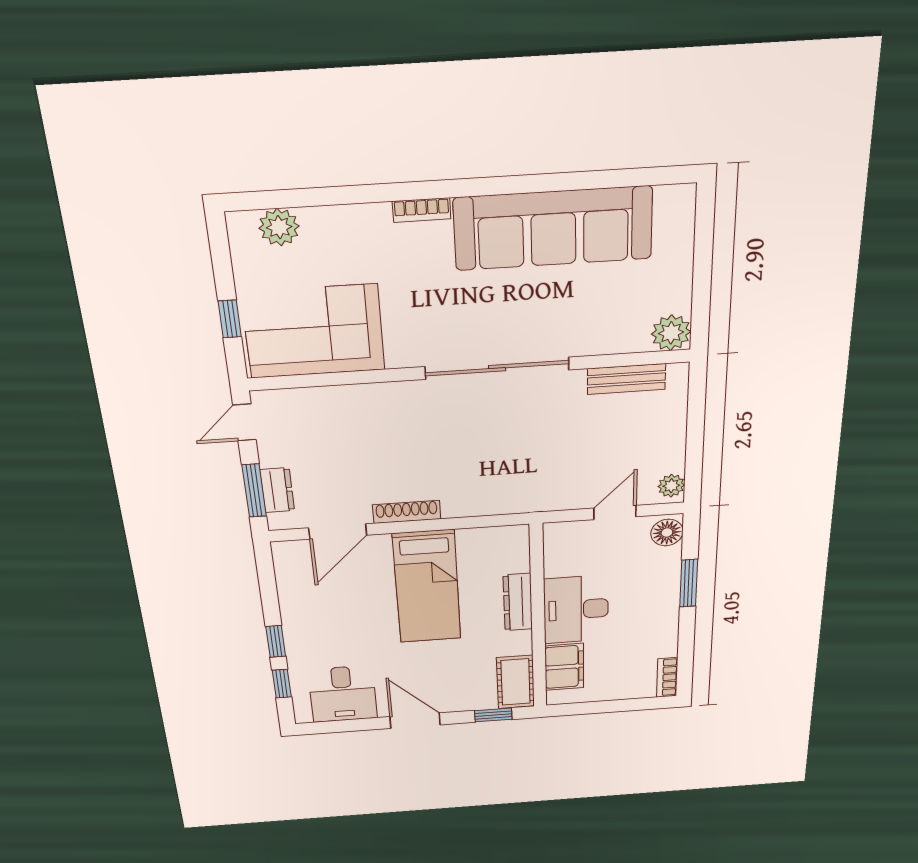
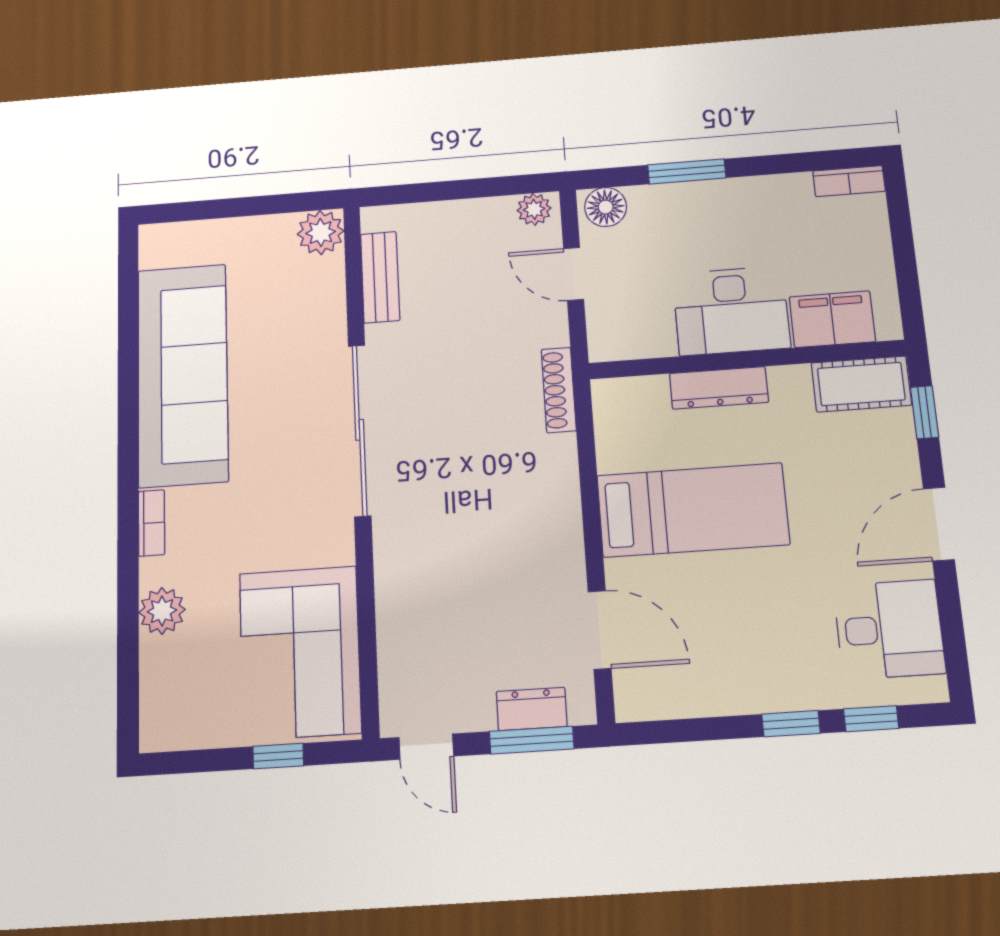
plant: (279, 227) -> (162, 611), moved
shoe rack: (407, 512) -> (559, 390), moved

